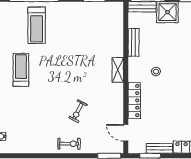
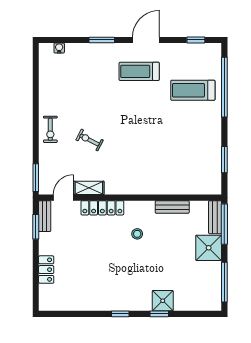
treadmill: (21, 70) -> (139, 71), turned 180
shelving: (118, 70) -> (89, 188), moved
bench: (160, 148) -> (45, 216), moved

